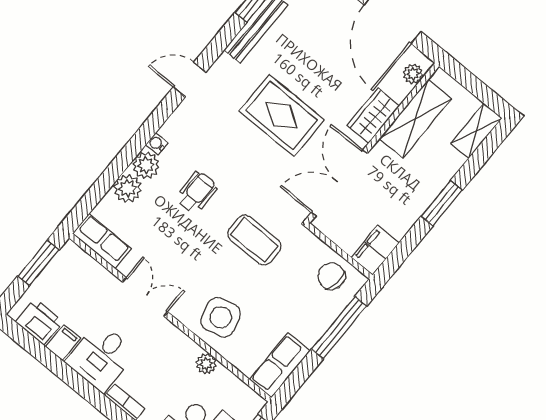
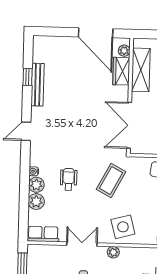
rug: (282, 115) -> (80, 115), removed
wardrobe: (373, 116) -> (121, 71), moved
coffee table: (254, 240) -> (111, 180), turned -62
plant: (206, 364) -> (113, 252), moved

